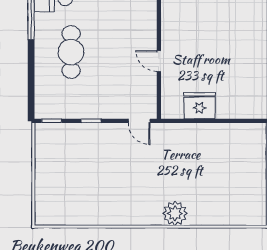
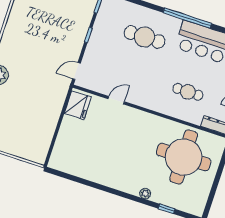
fridge: (199, 106) -> (78, 105), moved

